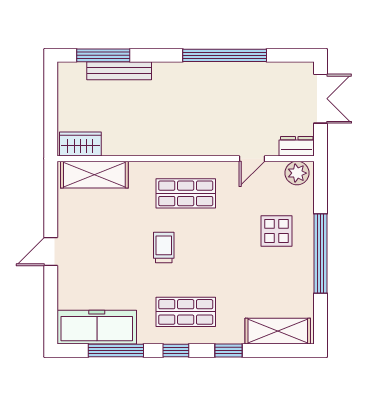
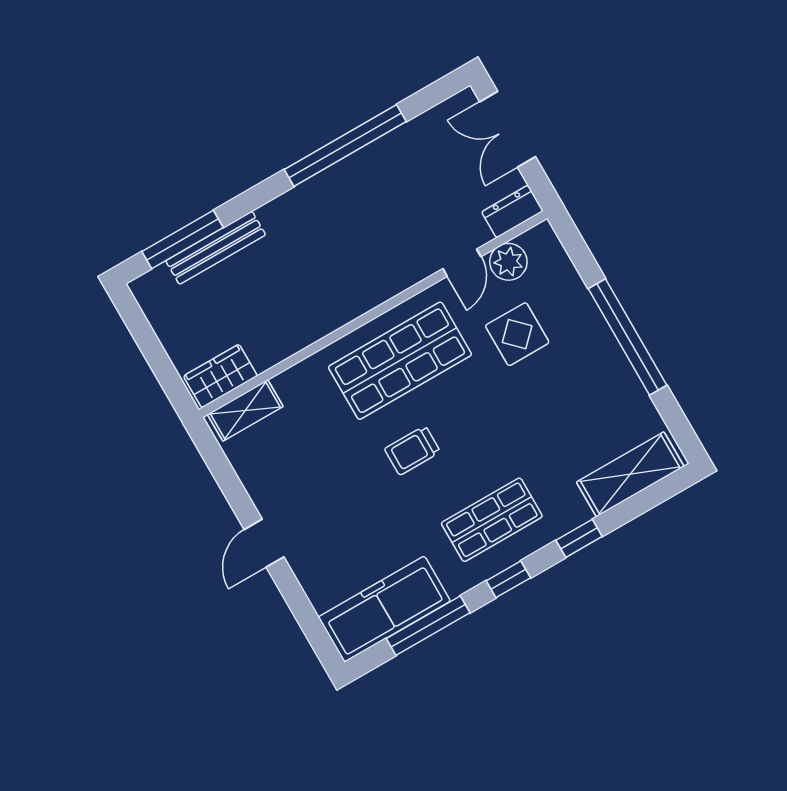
double door: (321, 99) -> (508, 129), swing flipped
plant: (297, 173) -> (508, 262), moved
shelving: (94, 175) -> (245, 410), width x0.67, depth x0.75
shop shelf: (186, 193) -> (400, 361), width x1.43, depth x1.36
display table: (276, 231) -> (517, 334), moved
trolley: (164, 247) -> (412, 450), turned -90

